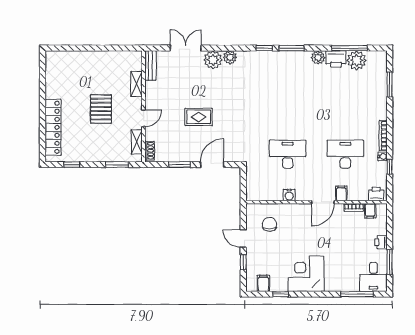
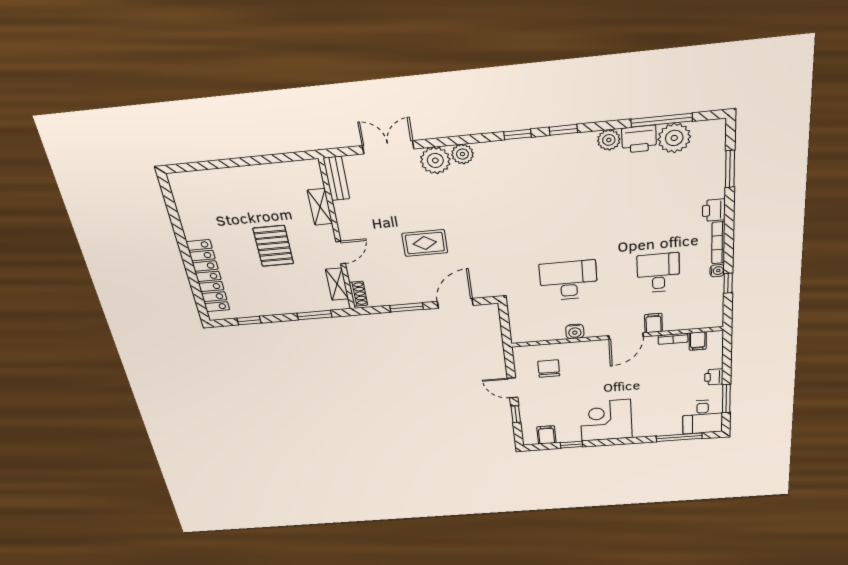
window: (292, 48) -> (563, 130), width x0.67
desk: (345, 154) -> (658, 273), width x0.73
printer: (376, 194) -> (714, 210), moved, turned -90

